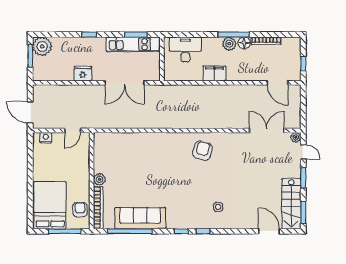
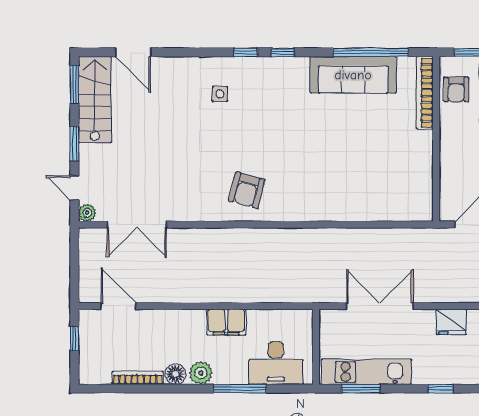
window: (234, 35) -> (240, 389), moved
plant: (100, 179) -> (423, 141), removed

